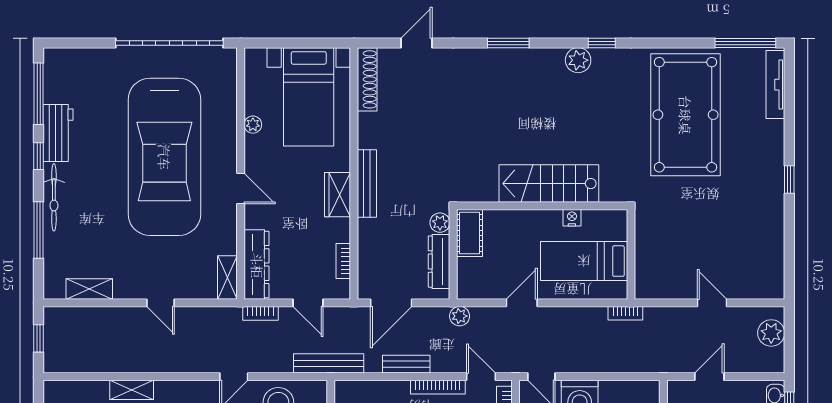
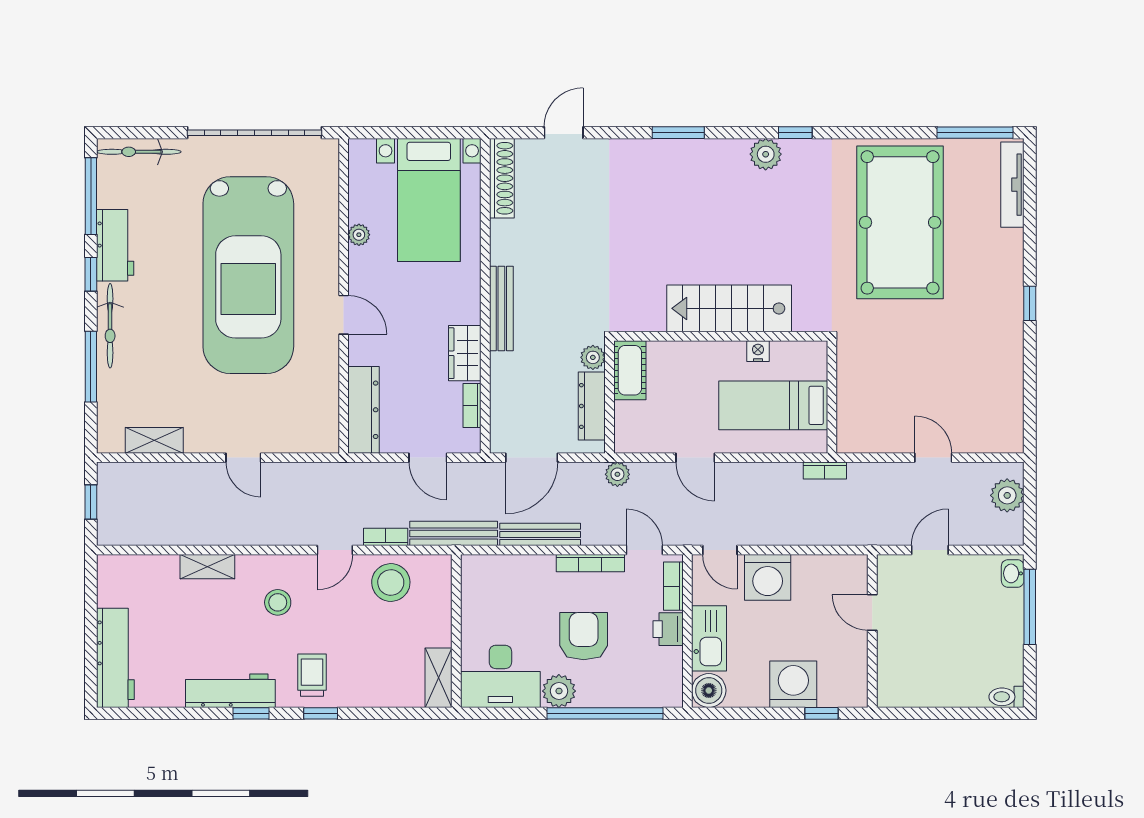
bicycle: (77, 58) -> (139, 152), added
wardrobe: (338, 195) -> (465, 353), moved
shelving: (227, 278) -> (327, 426), removed
door: (522, 303) -> (695, 458), swing flipped
bookcase: (260, 313) -> (386, 537), moved, turned 180
bench: (406, 364) -> (540, 534), width x1.36

